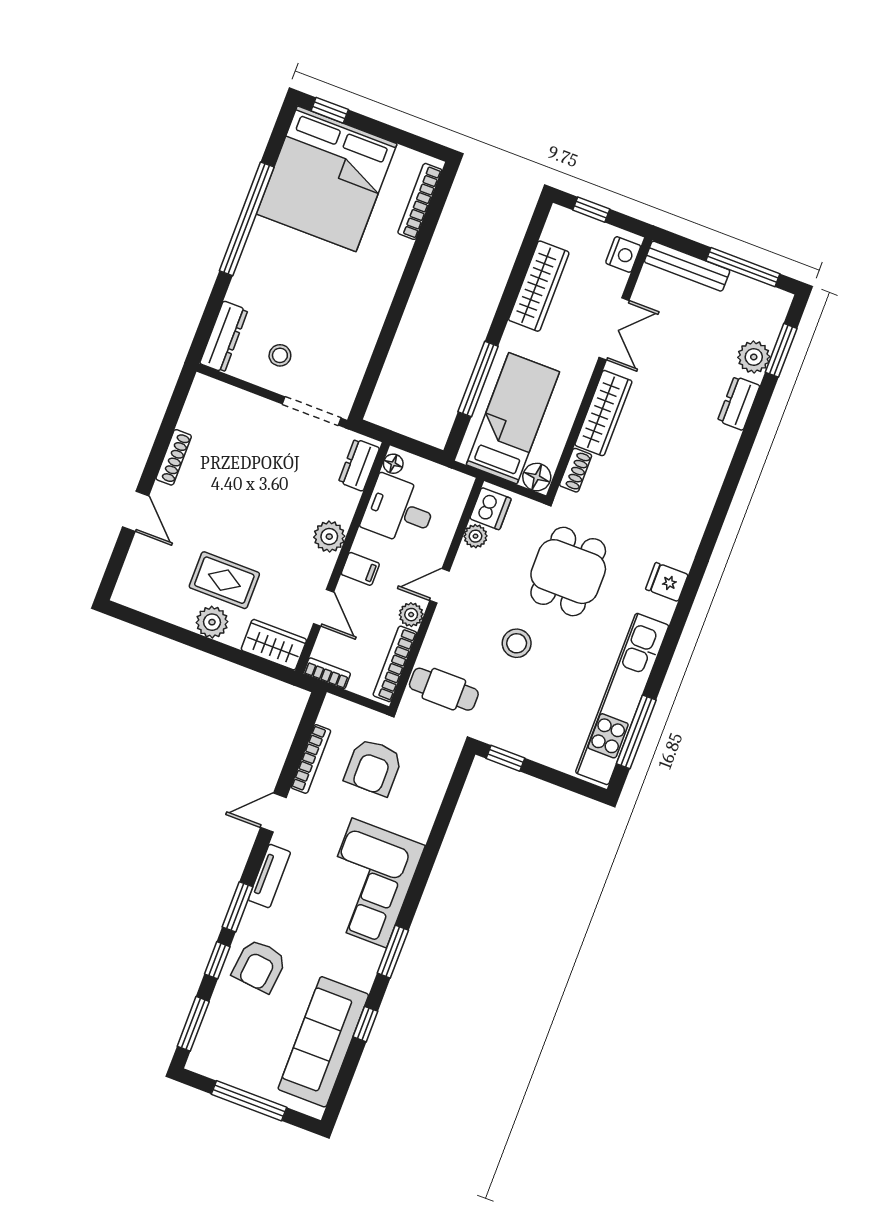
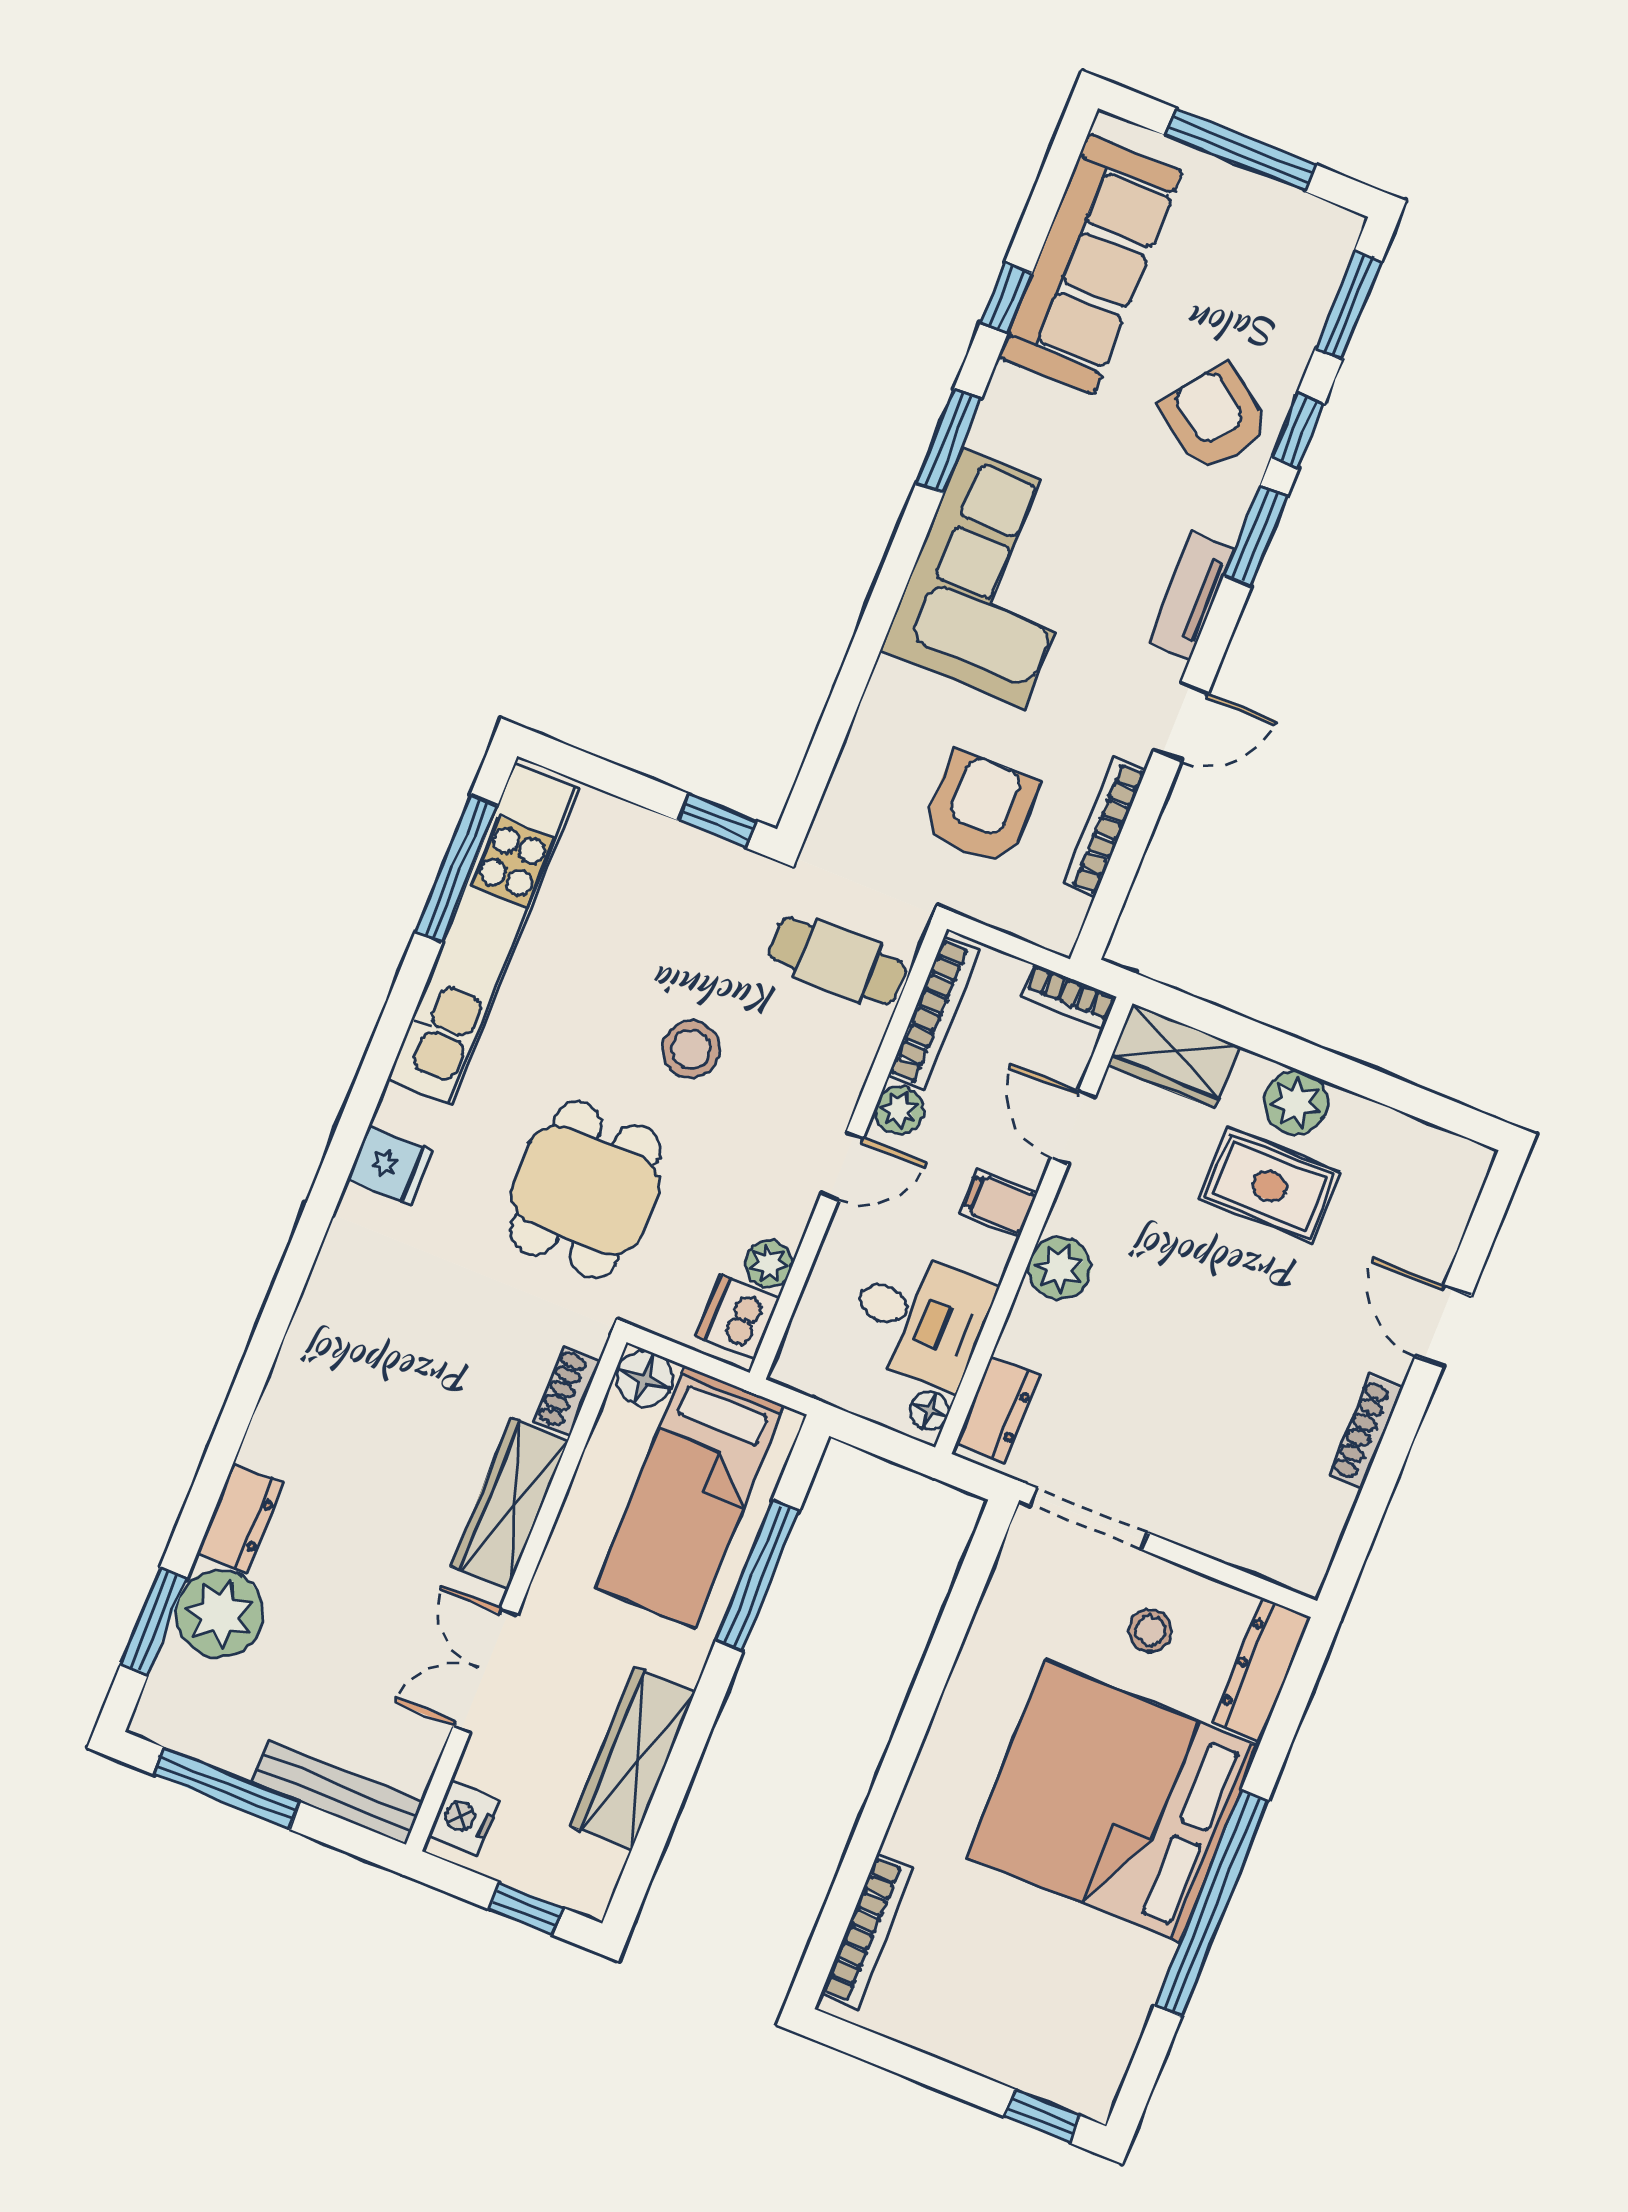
bed: (327, 179) -> (1113, 1801), moved, turned -90
plant: (754, 357) -> (219, 1614), width x1.36, depth x1.36
armchair: (259, 966) -> (1215, 418), turned -59

